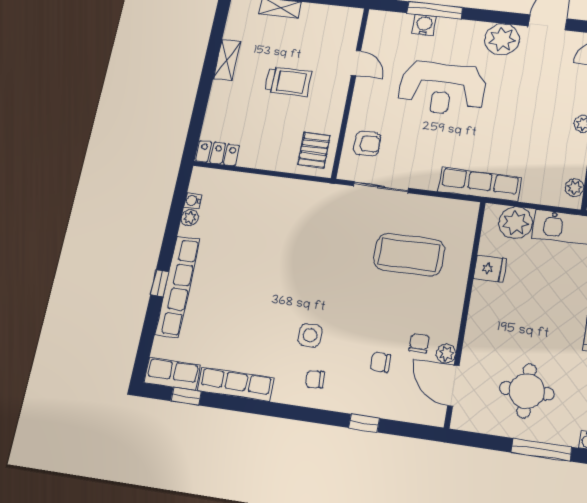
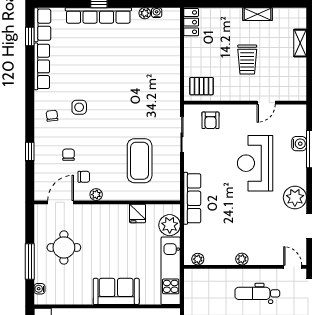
plant: (446, 353) -> (96, 195), moved

